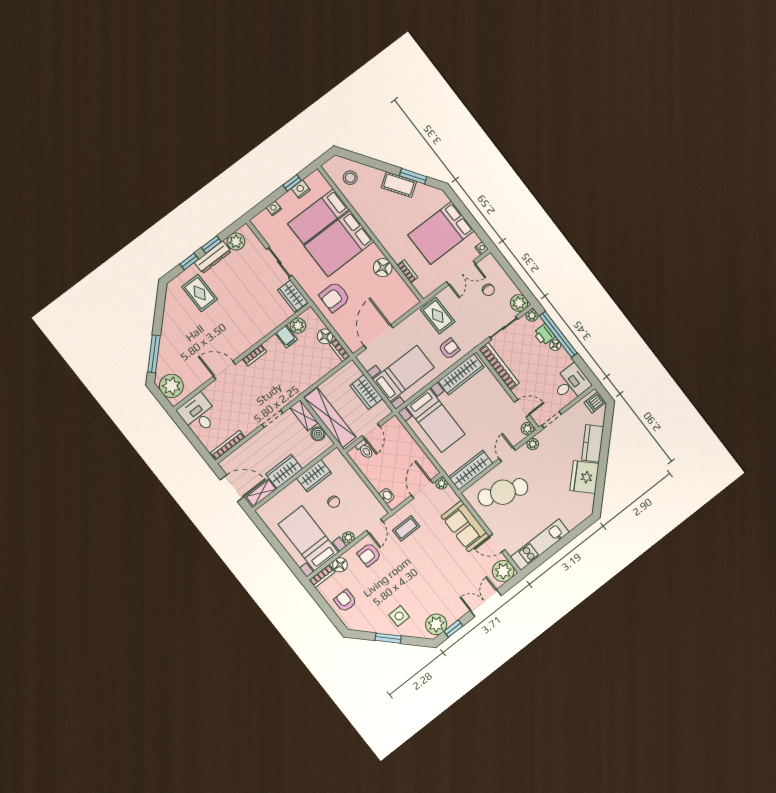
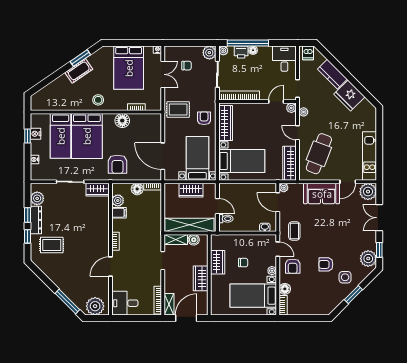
stool: (350, 178) -> (98, 100), moved
shelving: (261, 493) -> (169, 304), moved
armchair: (345, 601) -> (326, 264), moved

